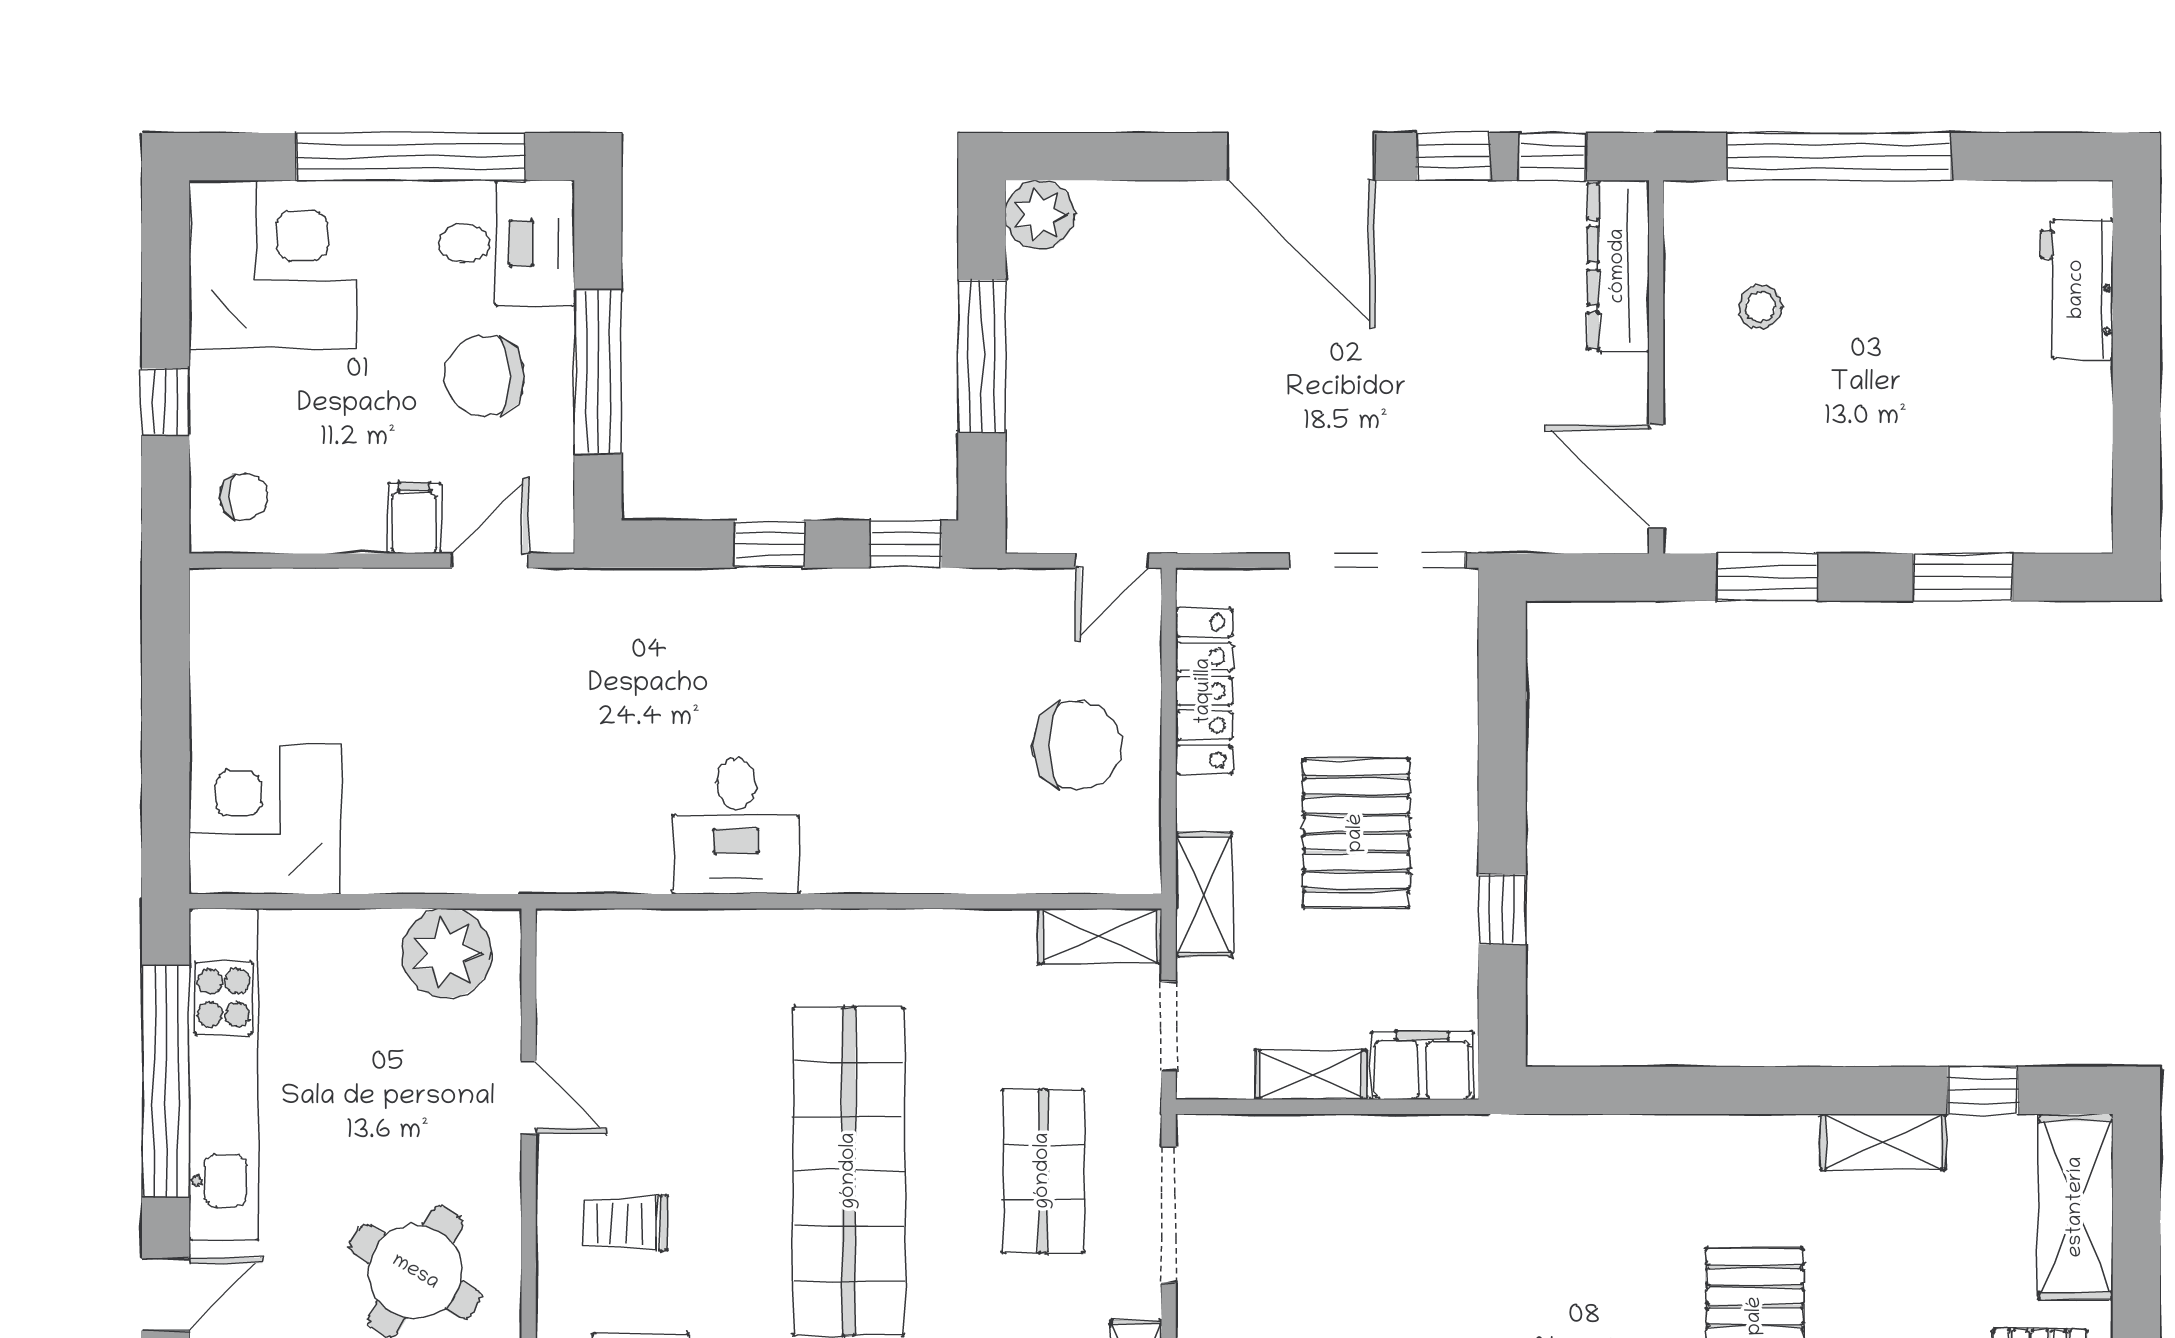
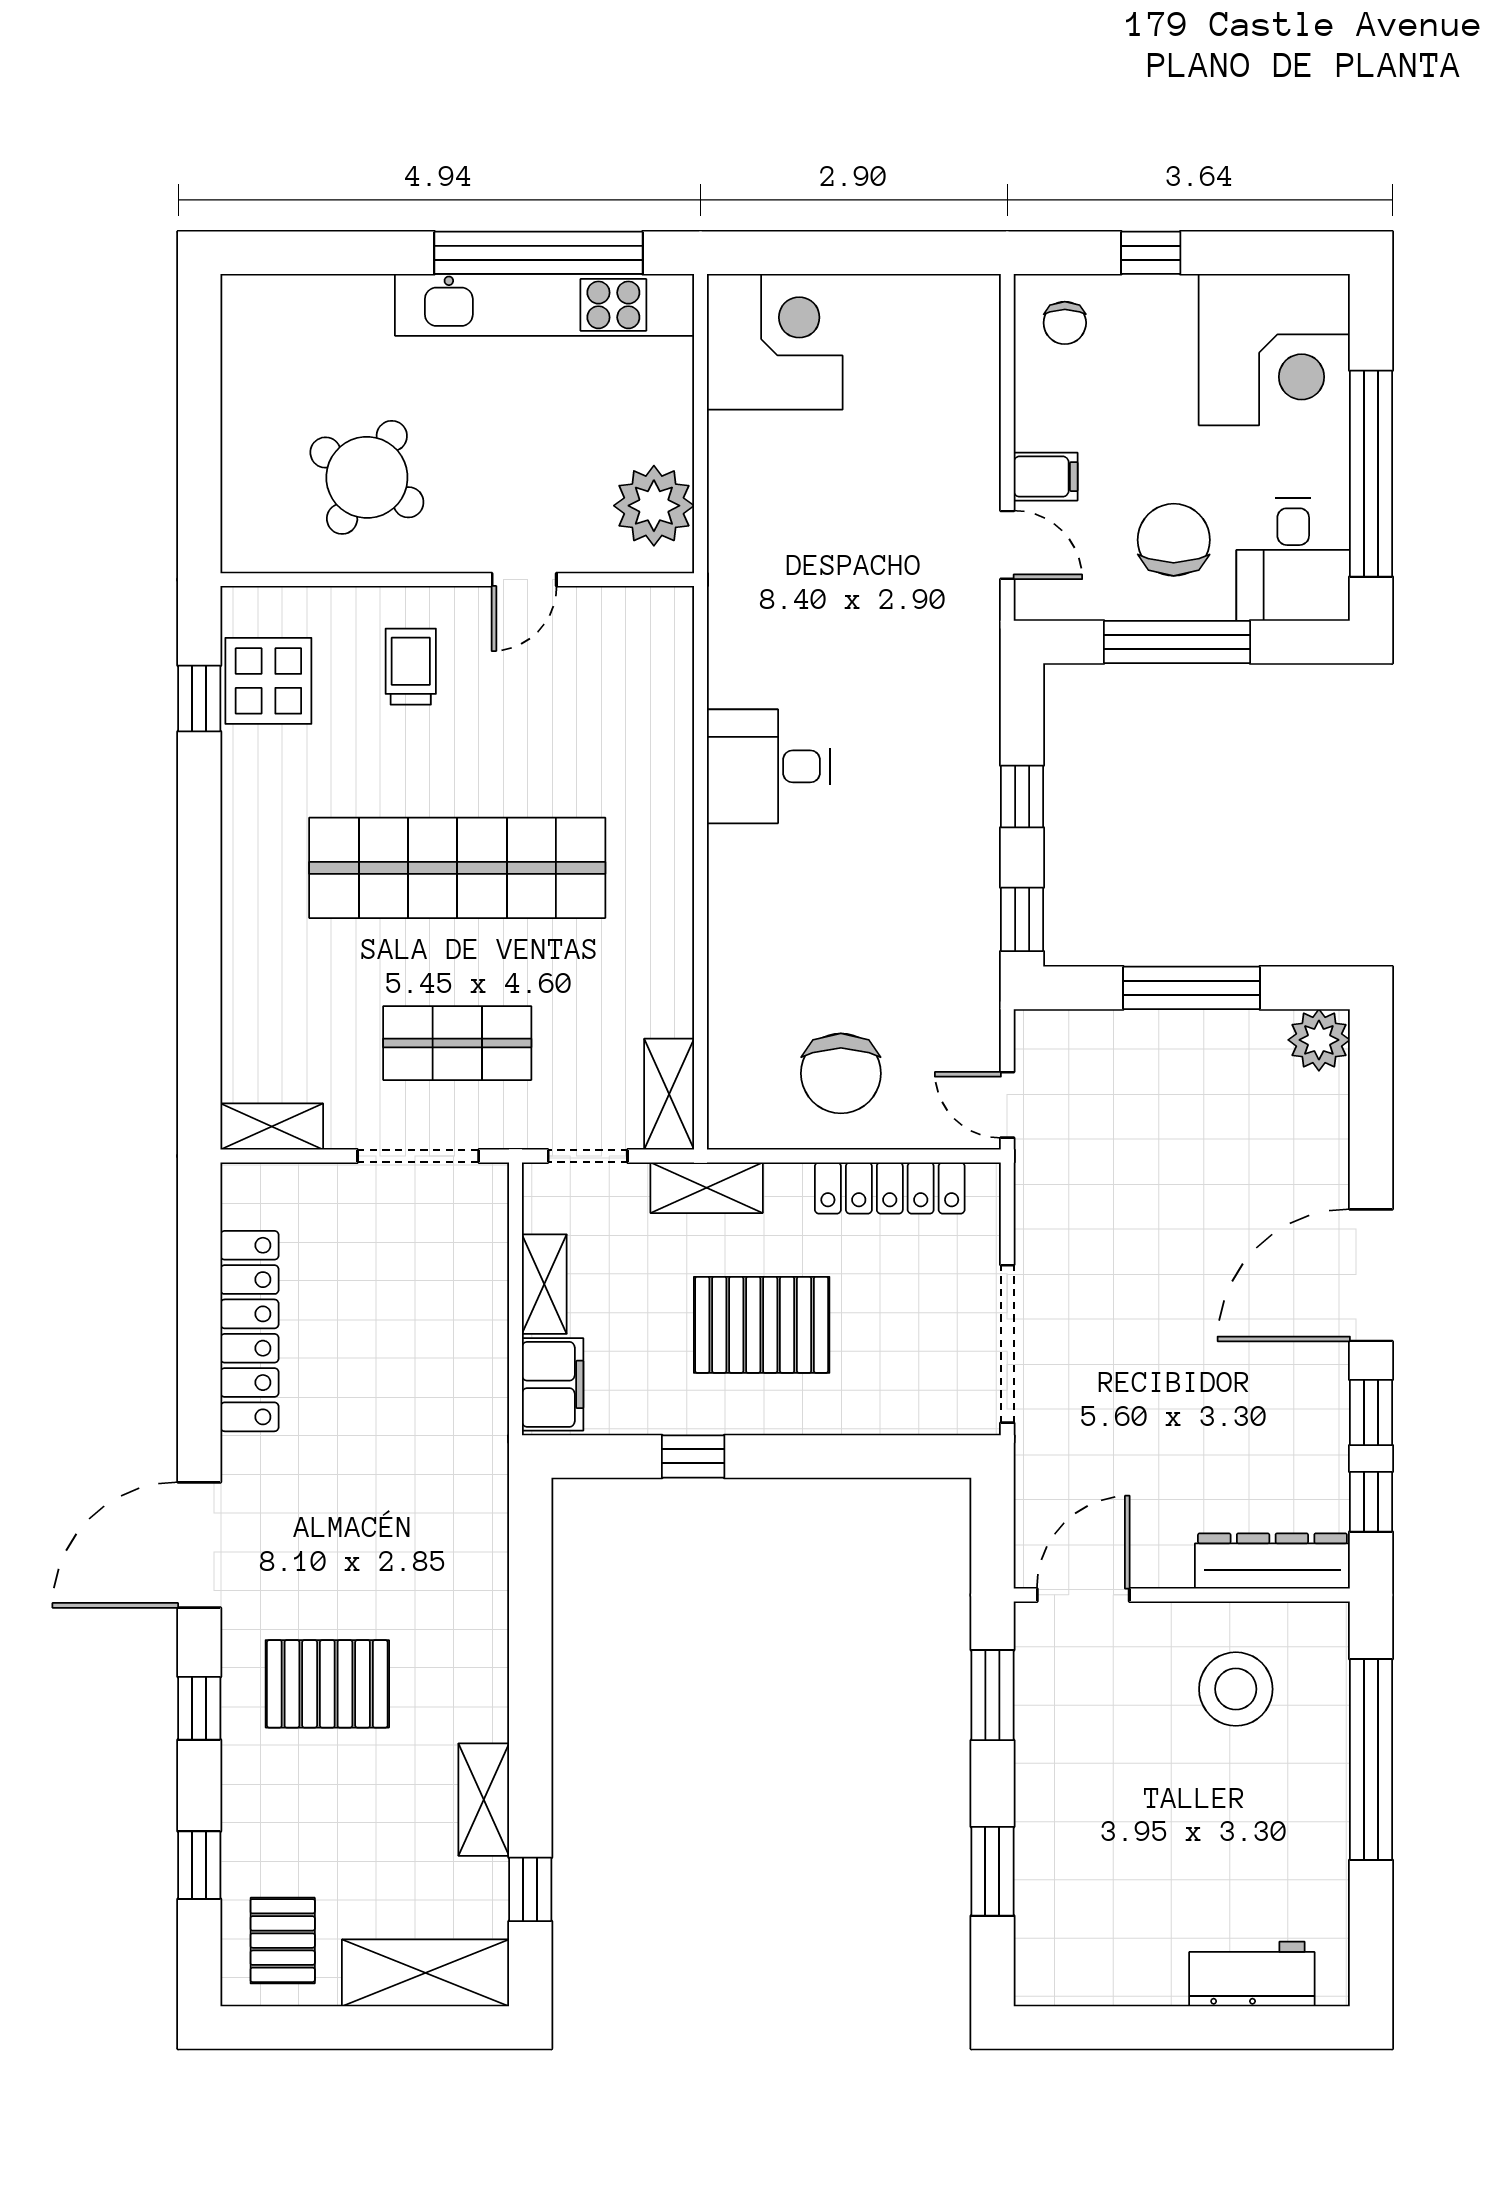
stool: (1760, 307) -> (1236, 1689), width x1.89, depth x1.89
door: (166, 1294) -> (347, 253), removed

